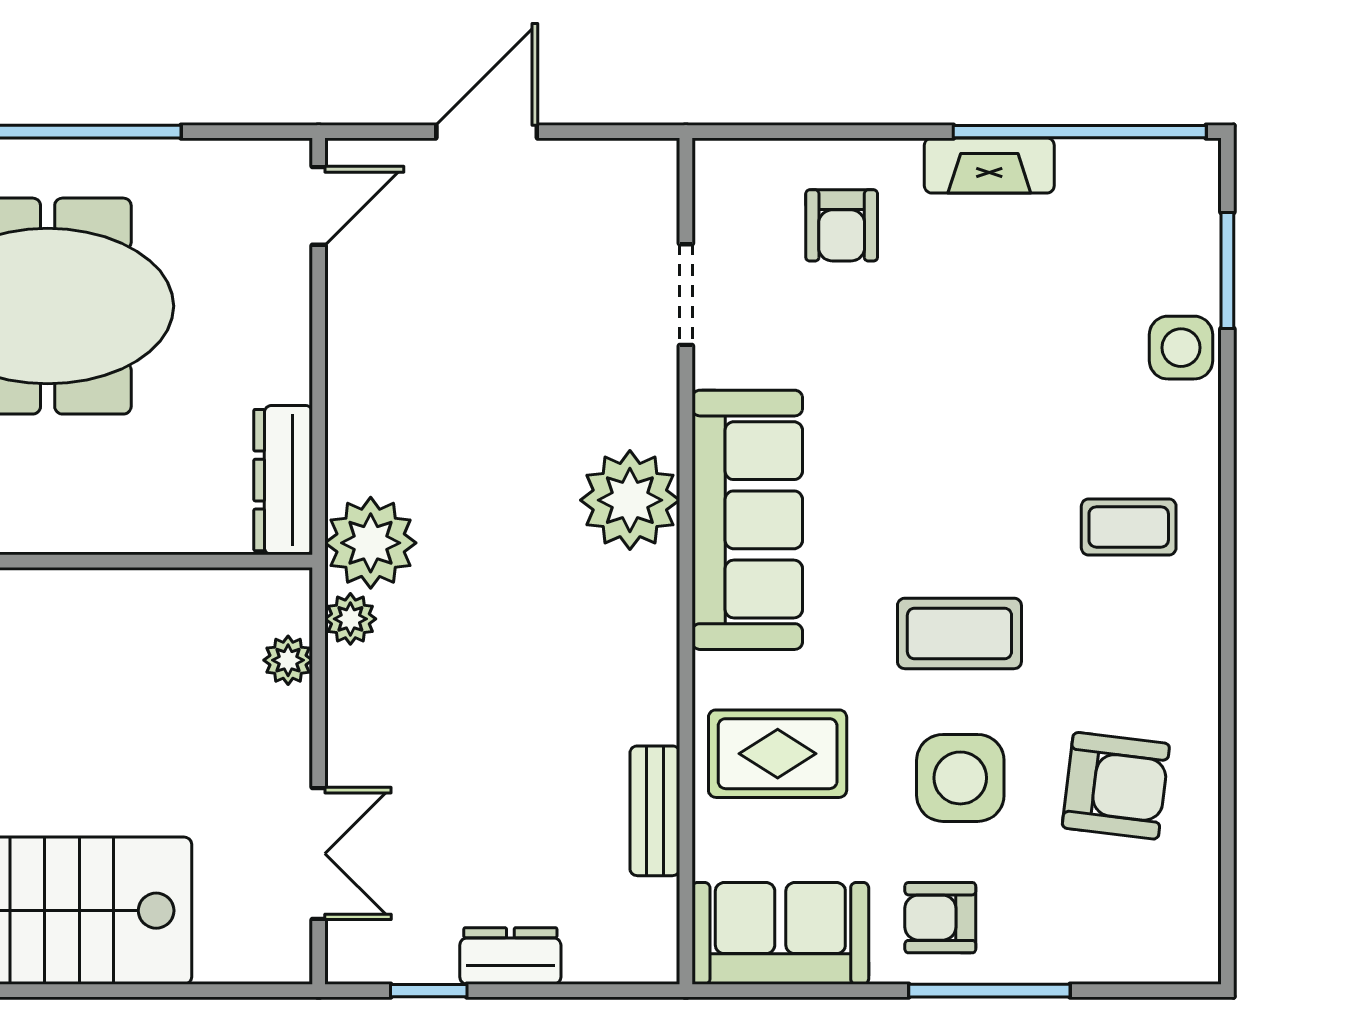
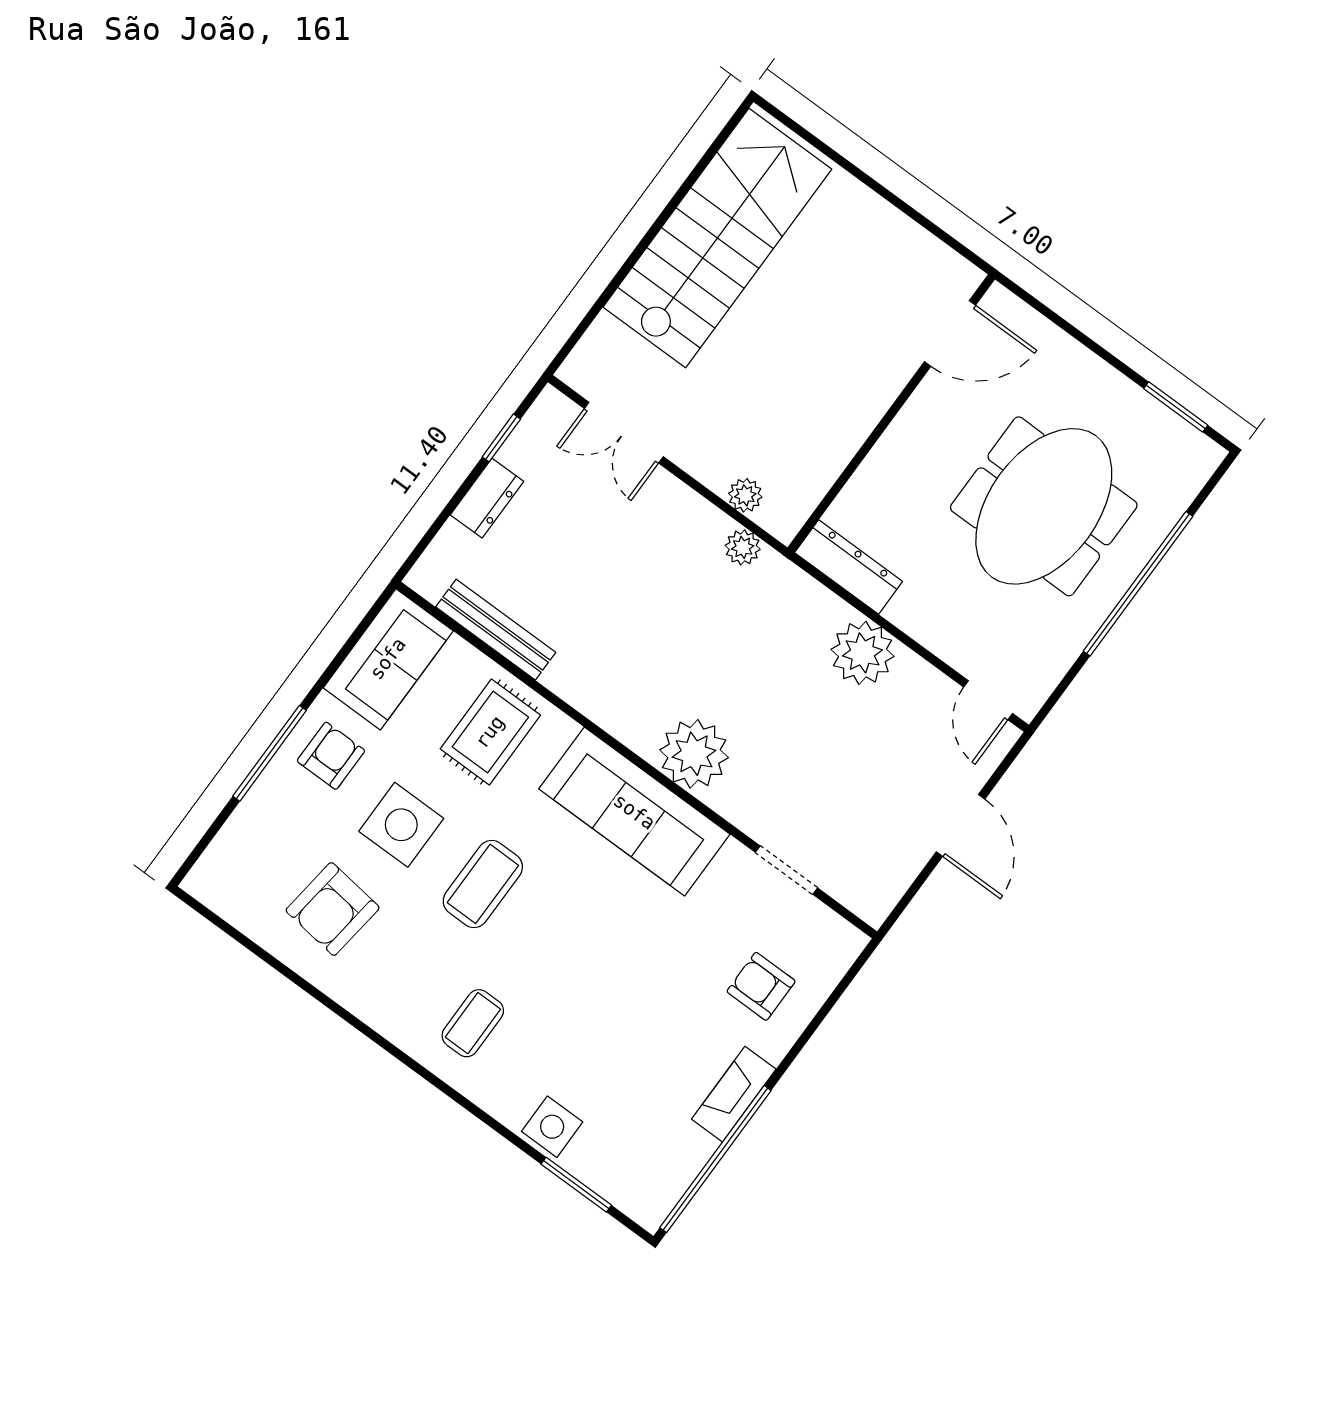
plant: (371, 543) -> (862, 653), moved
bench: (655, 811) -> (496, 630), width x1.36

